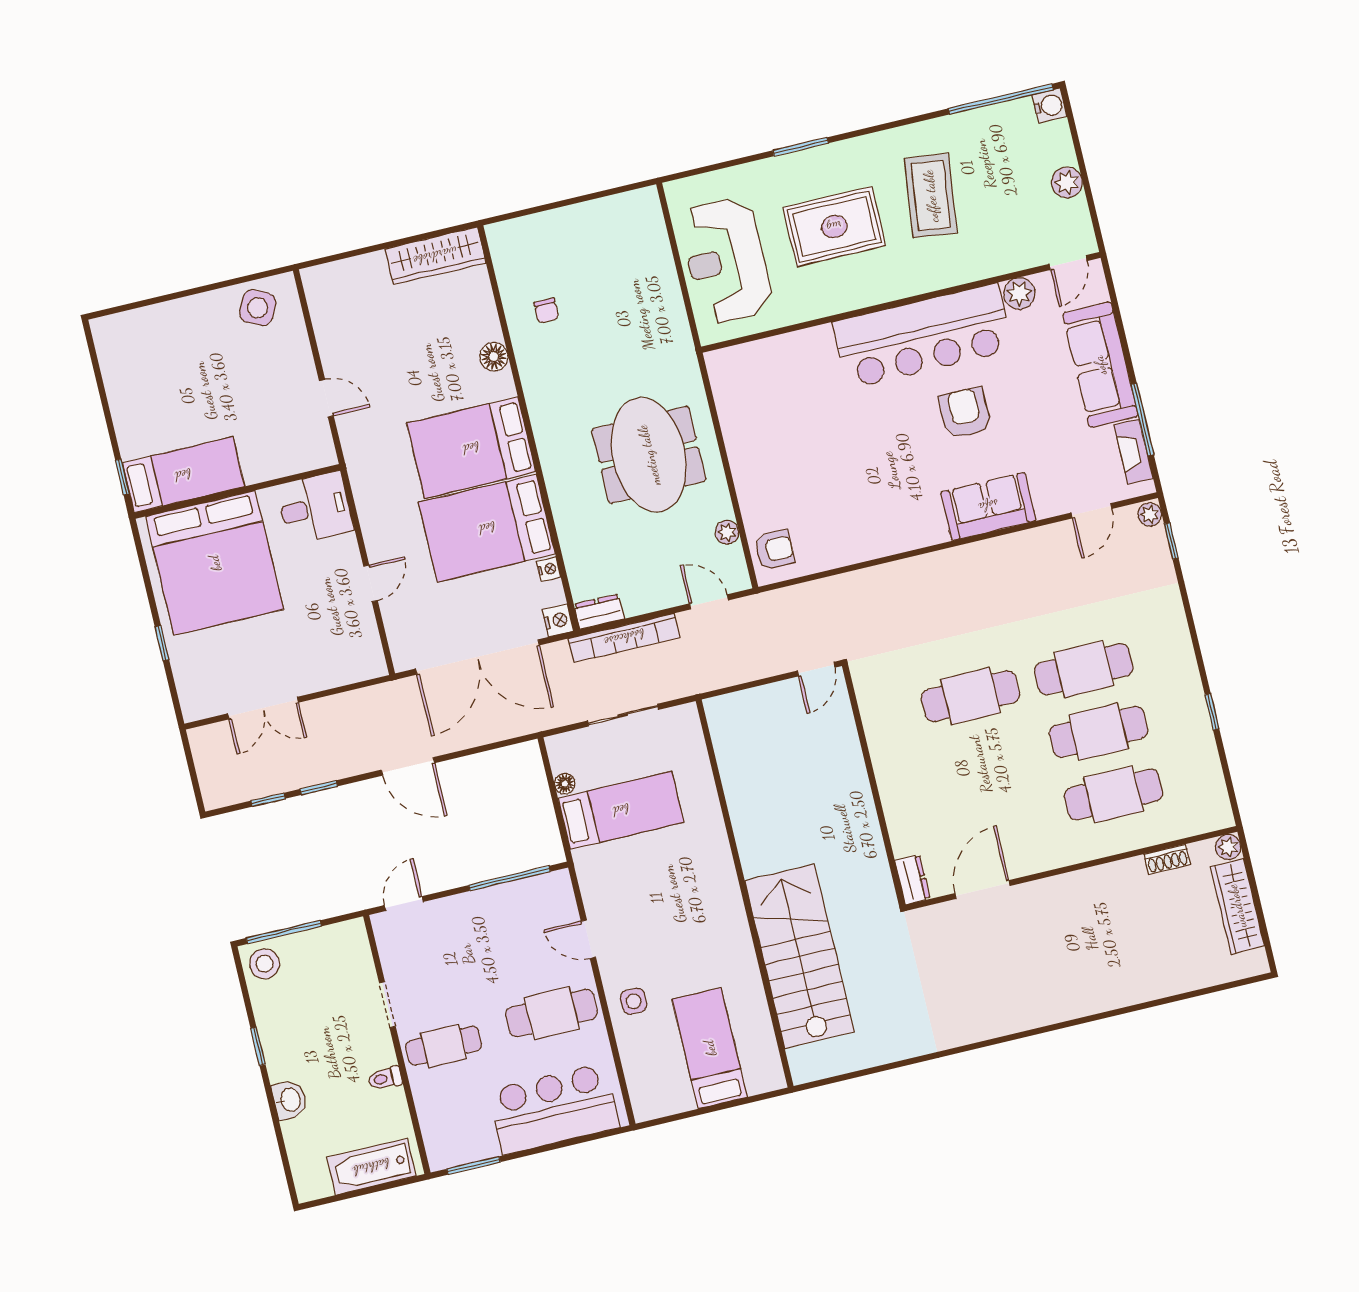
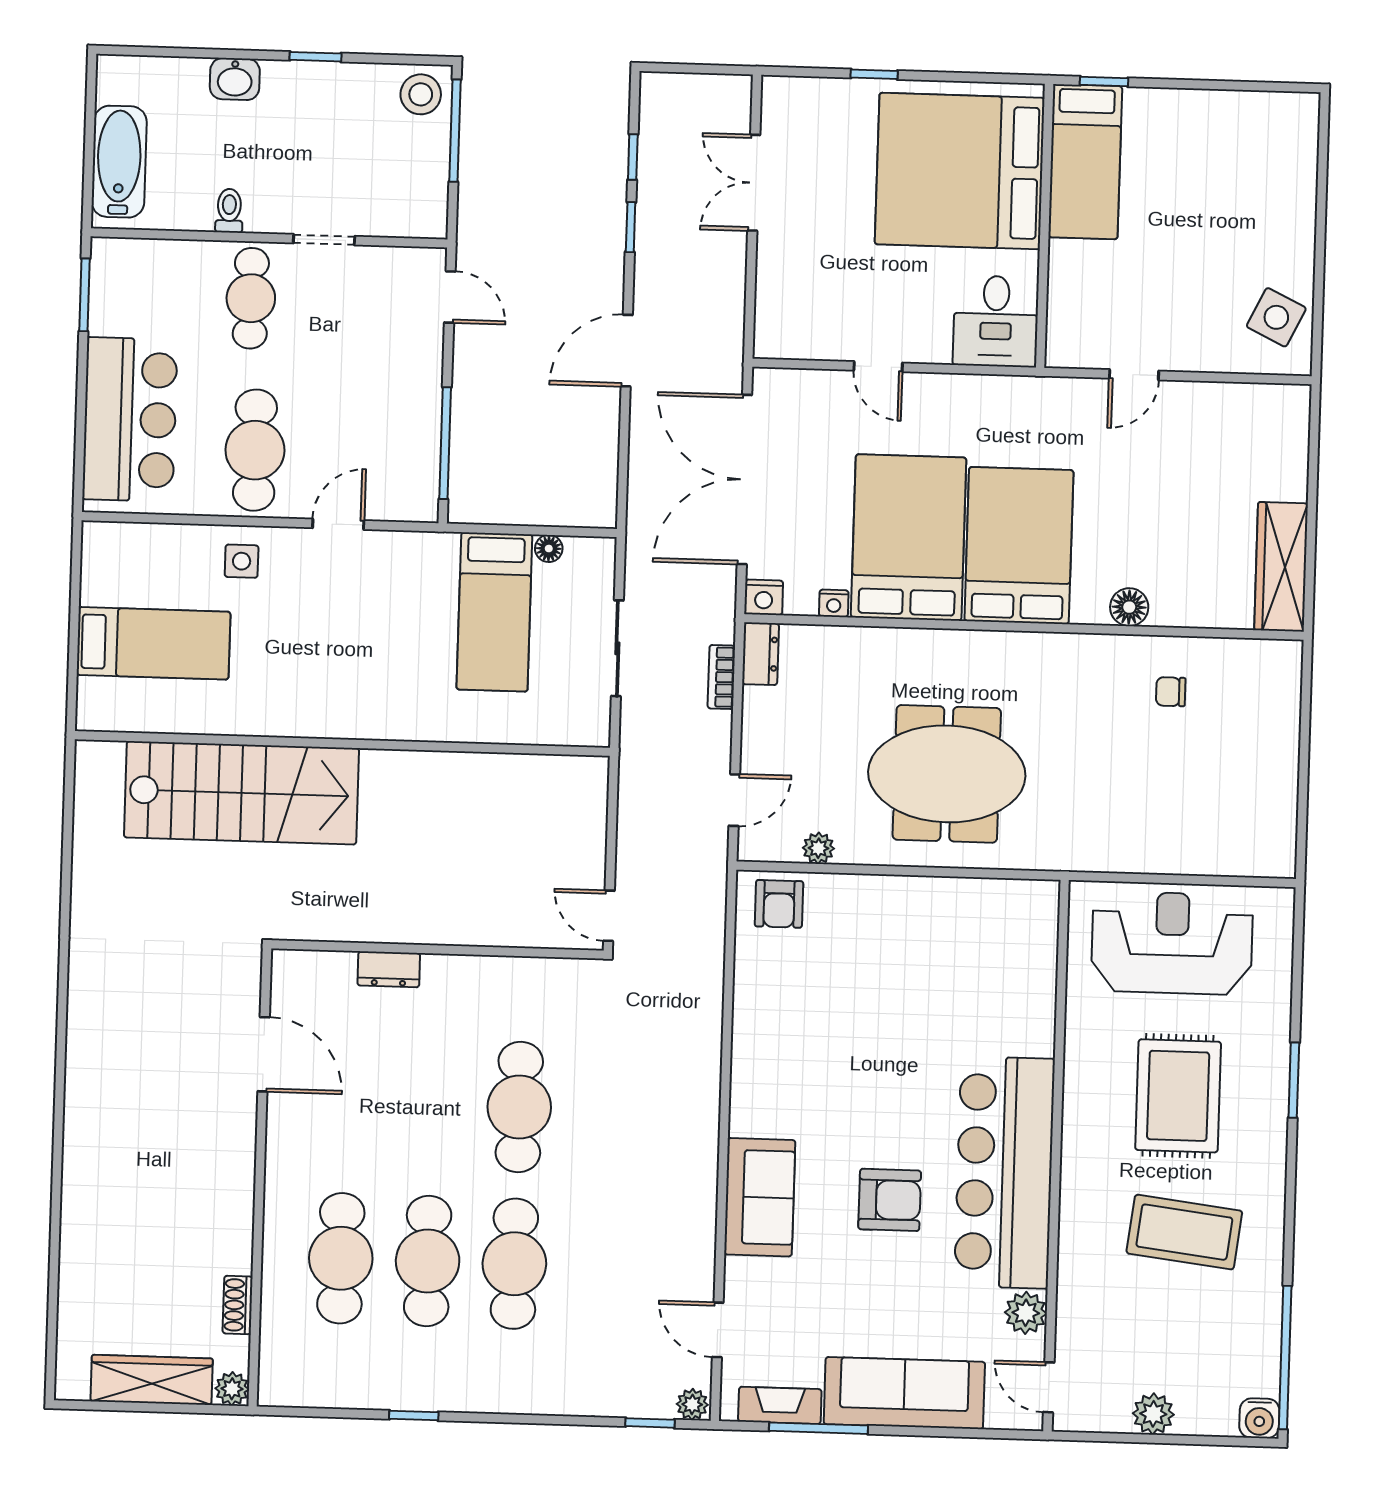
bookcase: (624, 638) -> (721, 677), width x0.43, depth x0.76
dresser: (912, 880) -> (389, 969), moved

